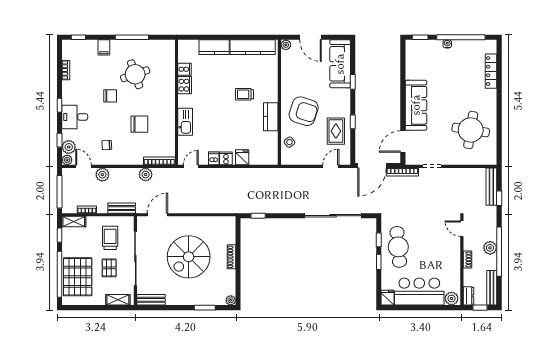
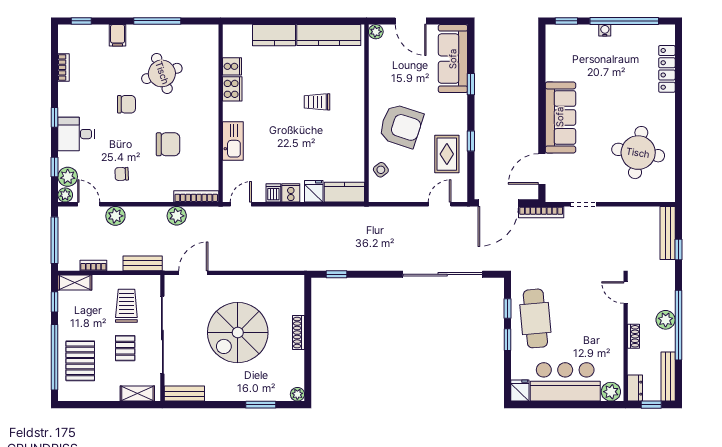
kitchen counter: (271, 117) -> (344, 192), moved, turned 90
pallet: (78, 277) -> (80, 361), width x0.73, depth x0.71

